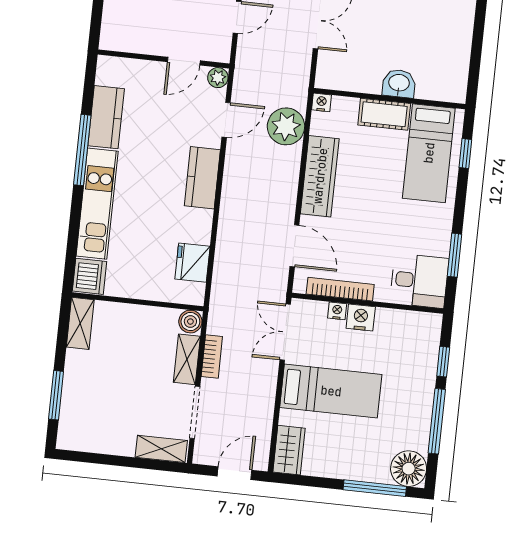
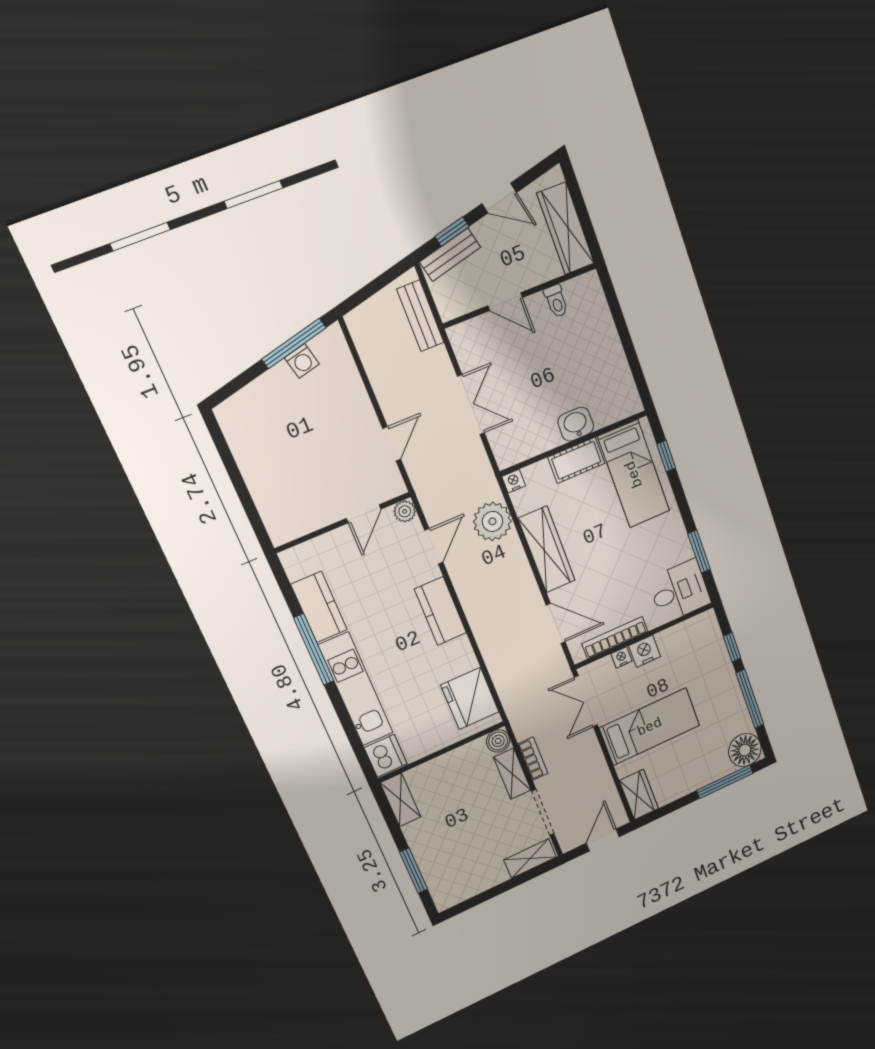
fridge: (192, 263) -> (470, 698), width x1.36, depth x1.34

